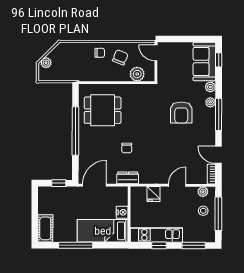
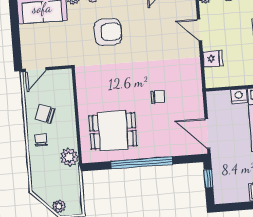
plant: (137, 74) -> (69, 157), moved
dining table: (103, 110) -> (113, 131), turned 90
dresser: (128, 178) -> (195, 93), removed

